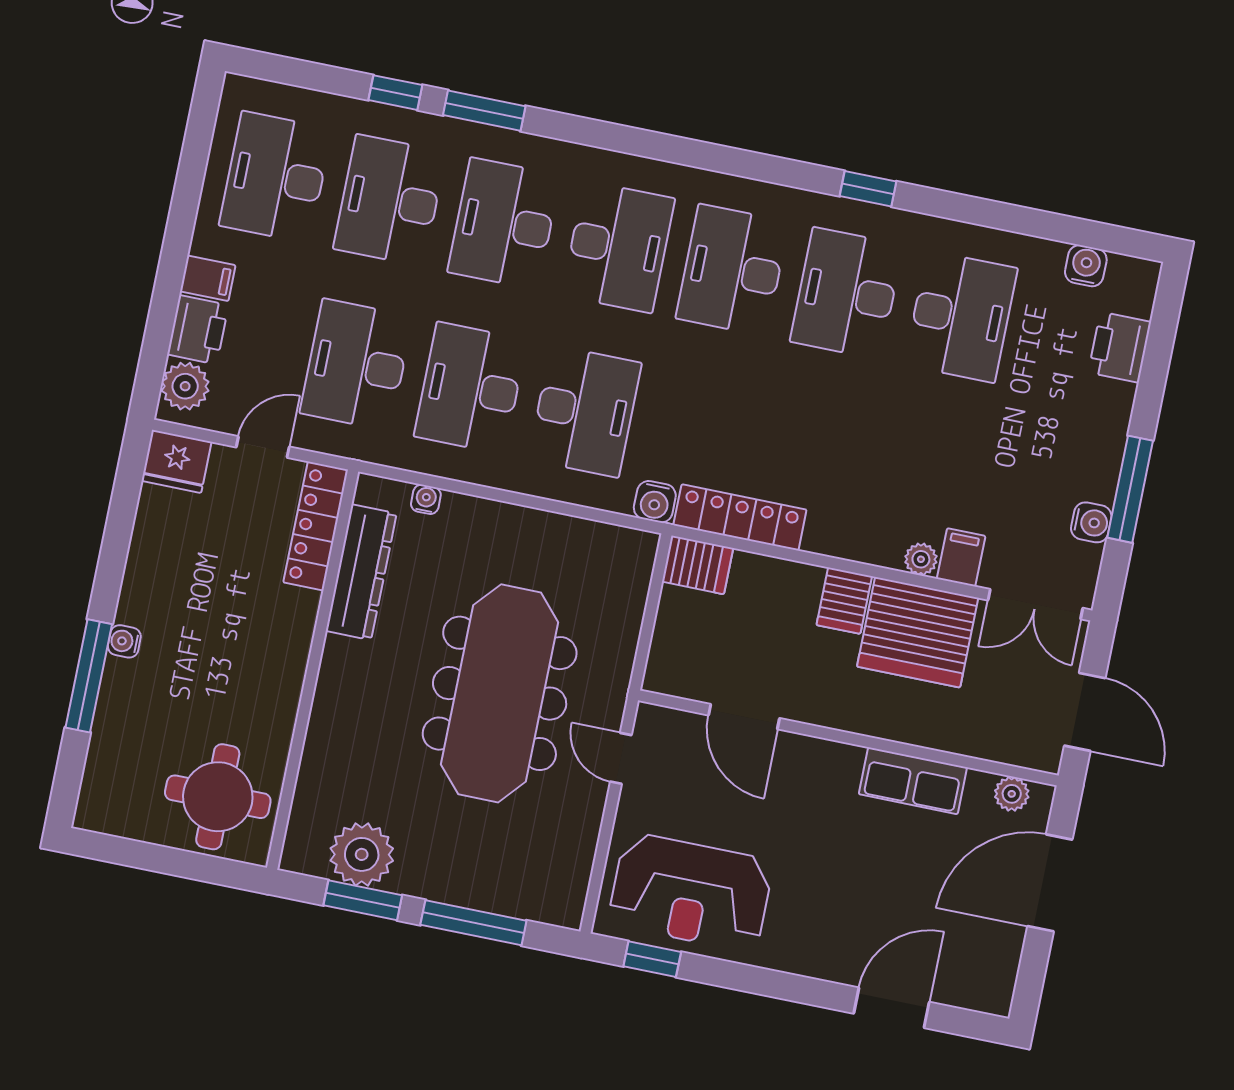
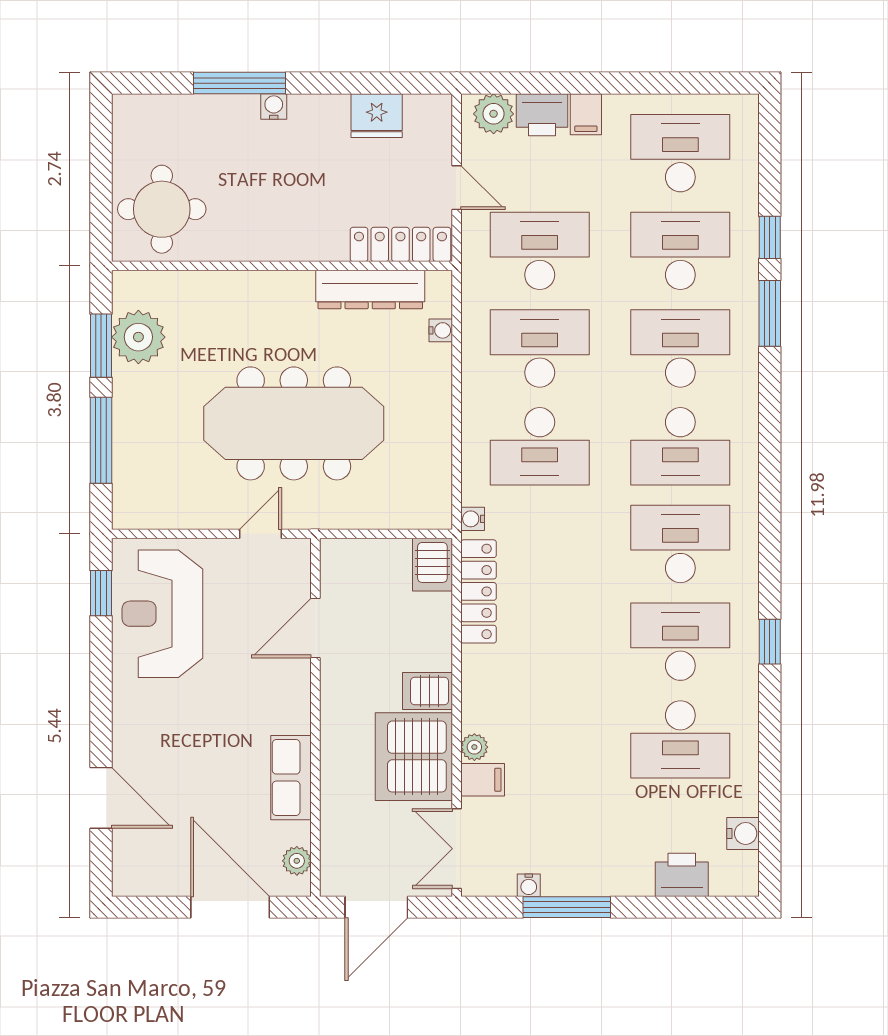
fridge: (176, 461) -> (377, 116), moved, turned -90
water cooler: (655, 502) -> (473, 519), width x0.72, depth x0.72
water cooler: (1091, 522) -> (529, 885), width x0.72, depth x0.72

